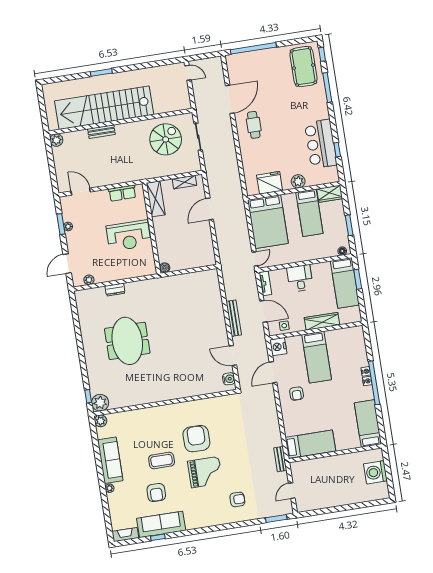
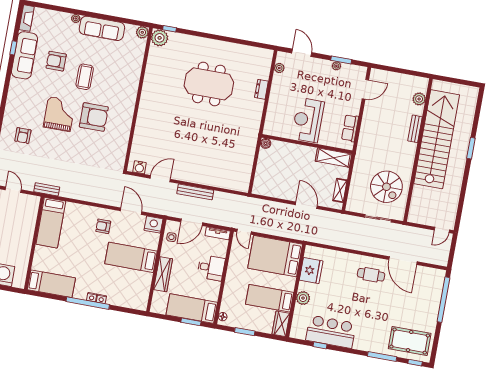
plant: (56, 140) -> (419, 99), moved
grand piano: (205, 472) -> (59, 114), turned 180

